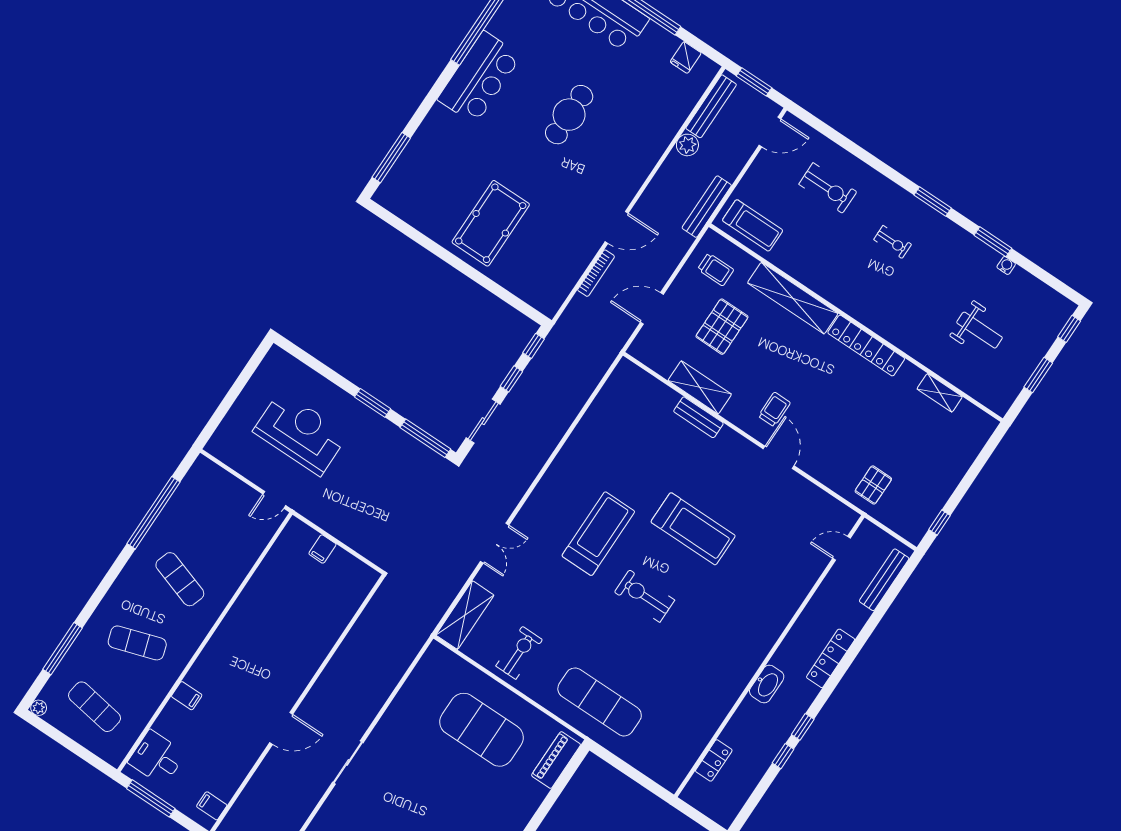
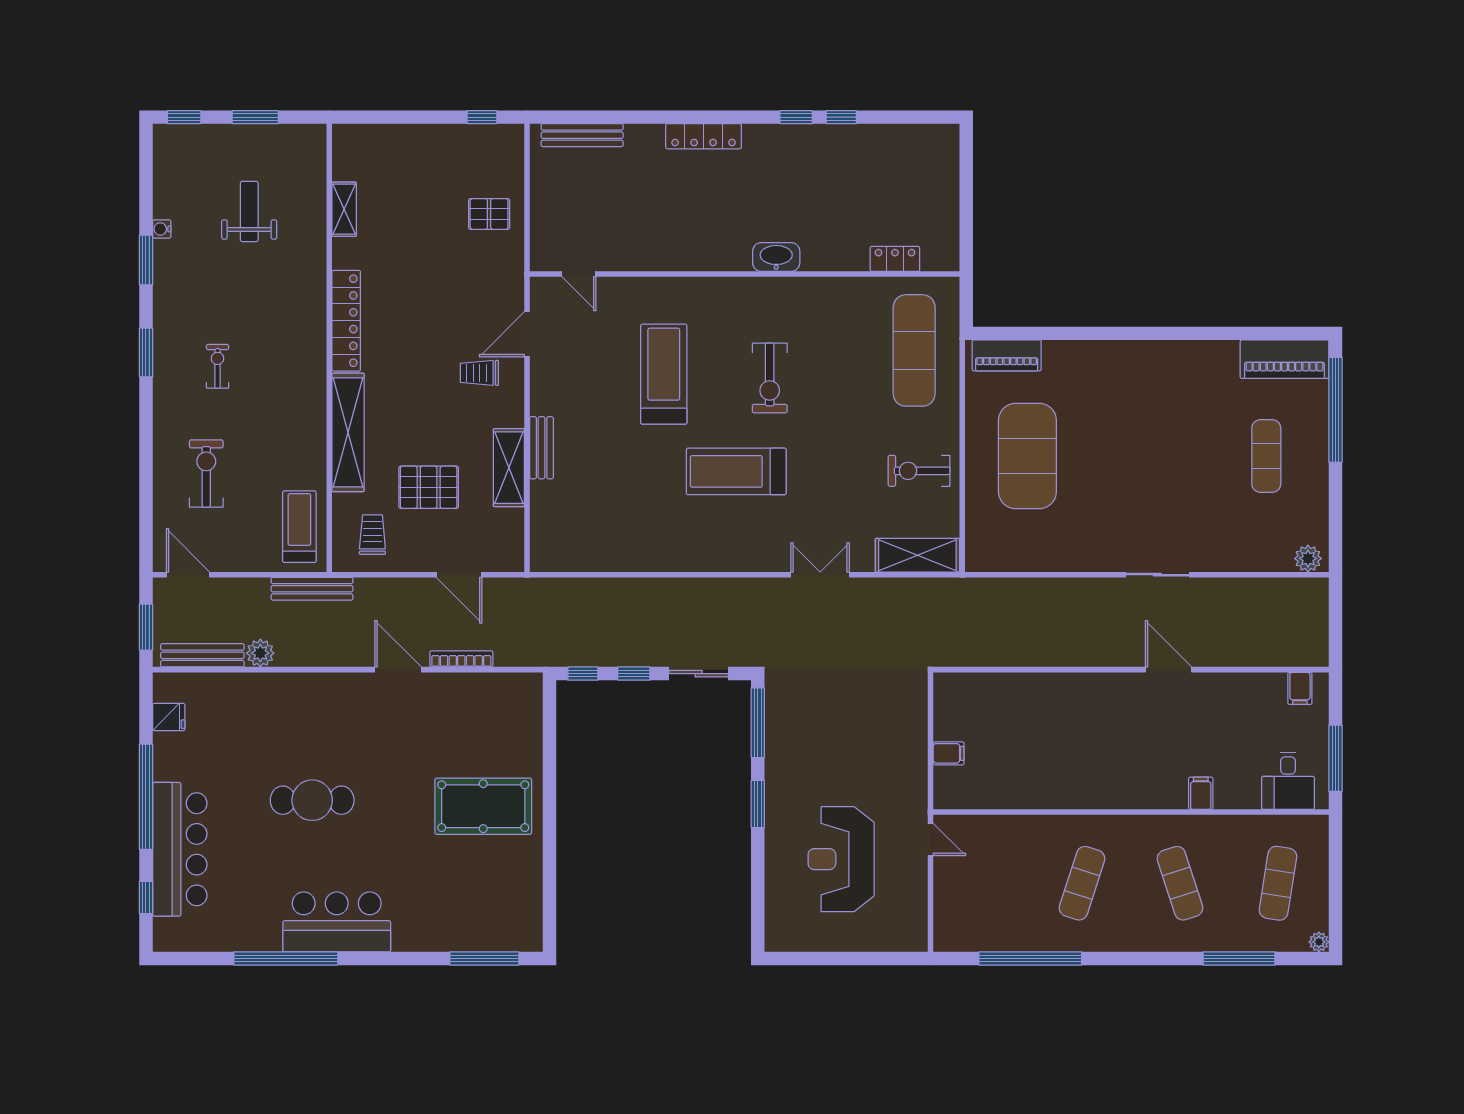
door: (842, 548) -> (579, 274), moved
wall: (769, 656) -> (745, 274), moved
washbasin: (767, 684) -> (776, 257), moved
locker: (714, 760) -> (895, 259), moved

